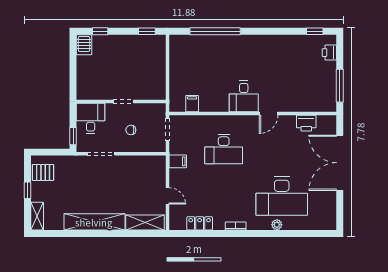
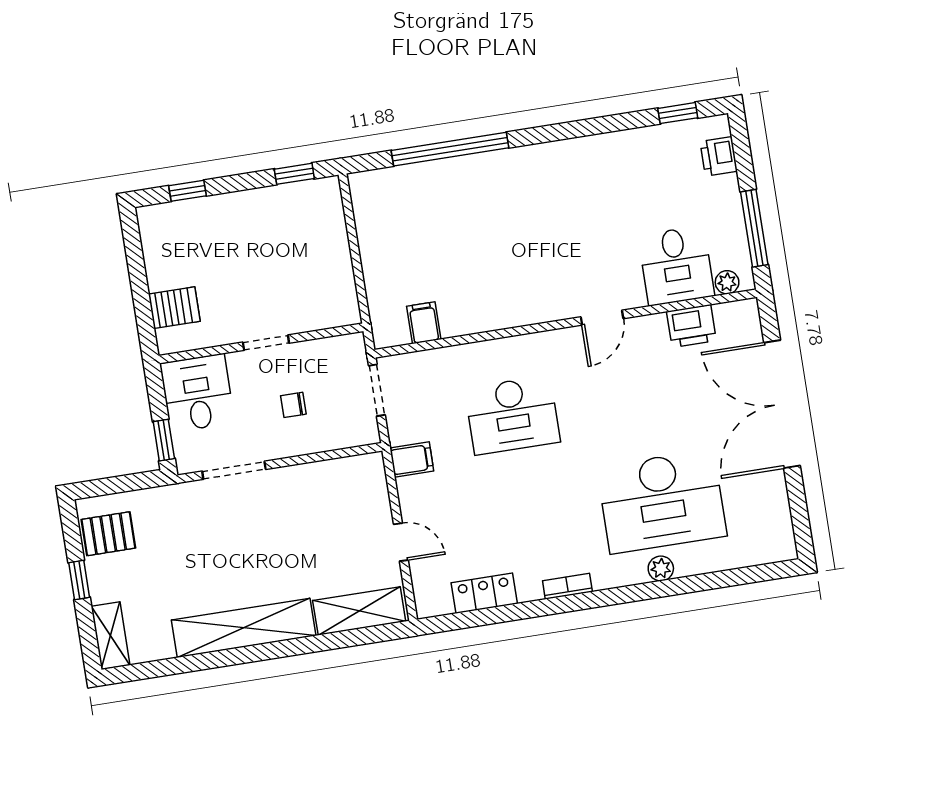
server rack: (84, 45) -> (174, 308), moved, turned -90
desk: (244, 96) -> (676, 266), moved
plant: (324, 107) -> (727, 282), added

